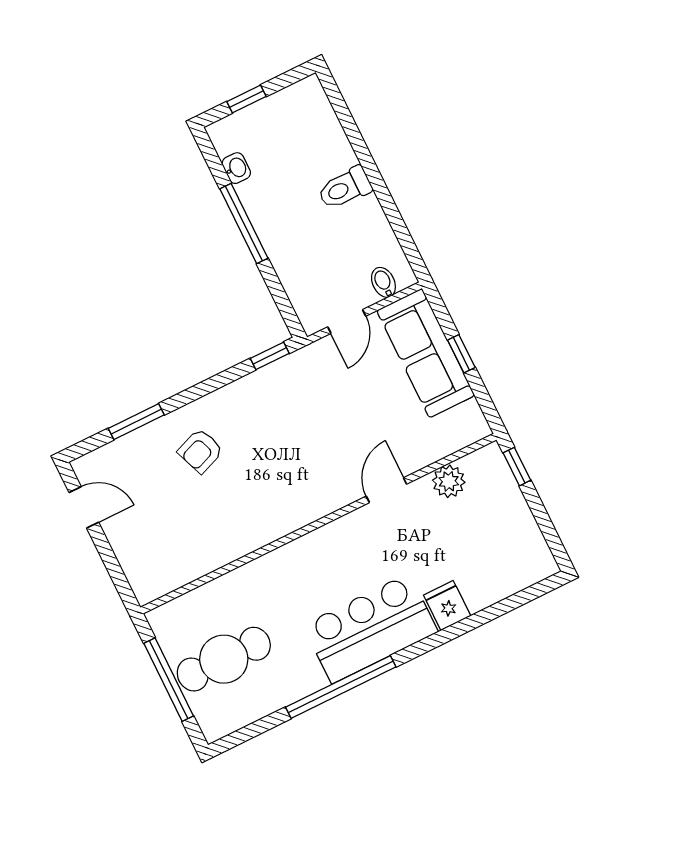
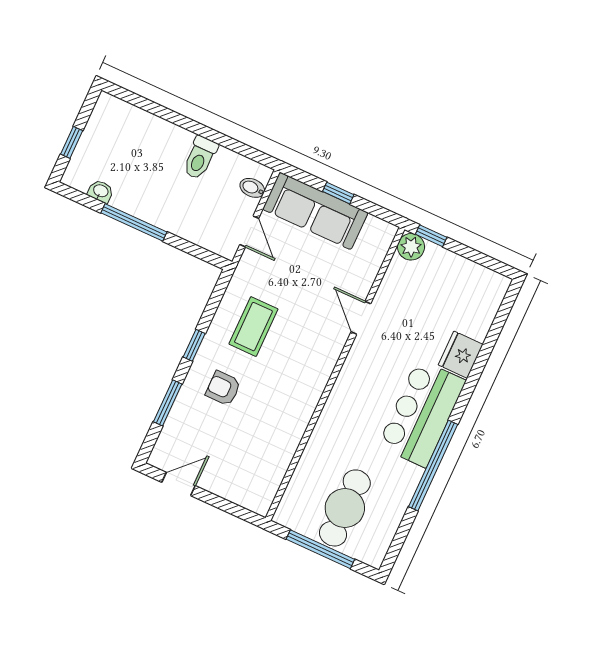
toilet: (345, 188) -> (200, 158), moved
window: (270, 356) -> (194, 345), moved
coffee table: (277, 415) -> (253, 327), added
armchair: (200, 451) -> (223, 388), turned 111
plant: (449, 481) -> (411, 247), moved
fridge: (447, 605) -> (461, 355), width x1.38

